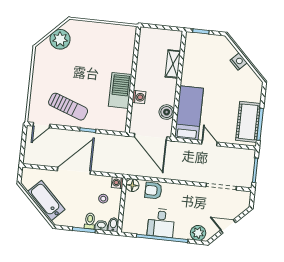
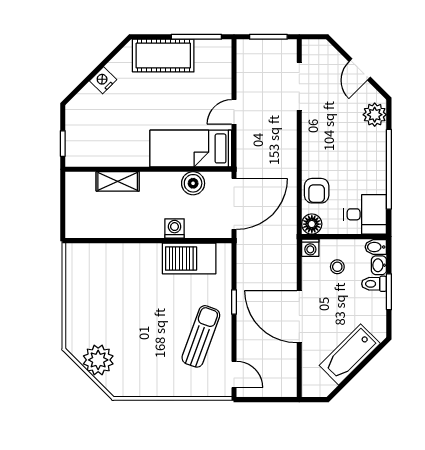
barbecue: (120, 90) -> (189, 259), moved
cot: (248, 122) -> (163, 56), moved
desk: (161, 223) -> (365, 214), moved

